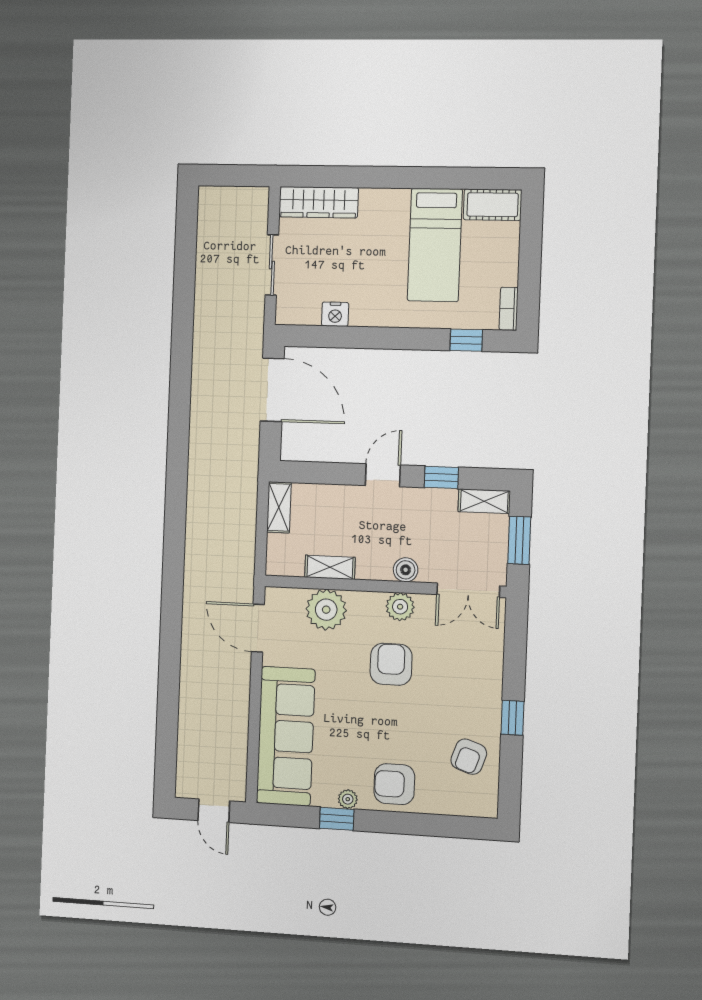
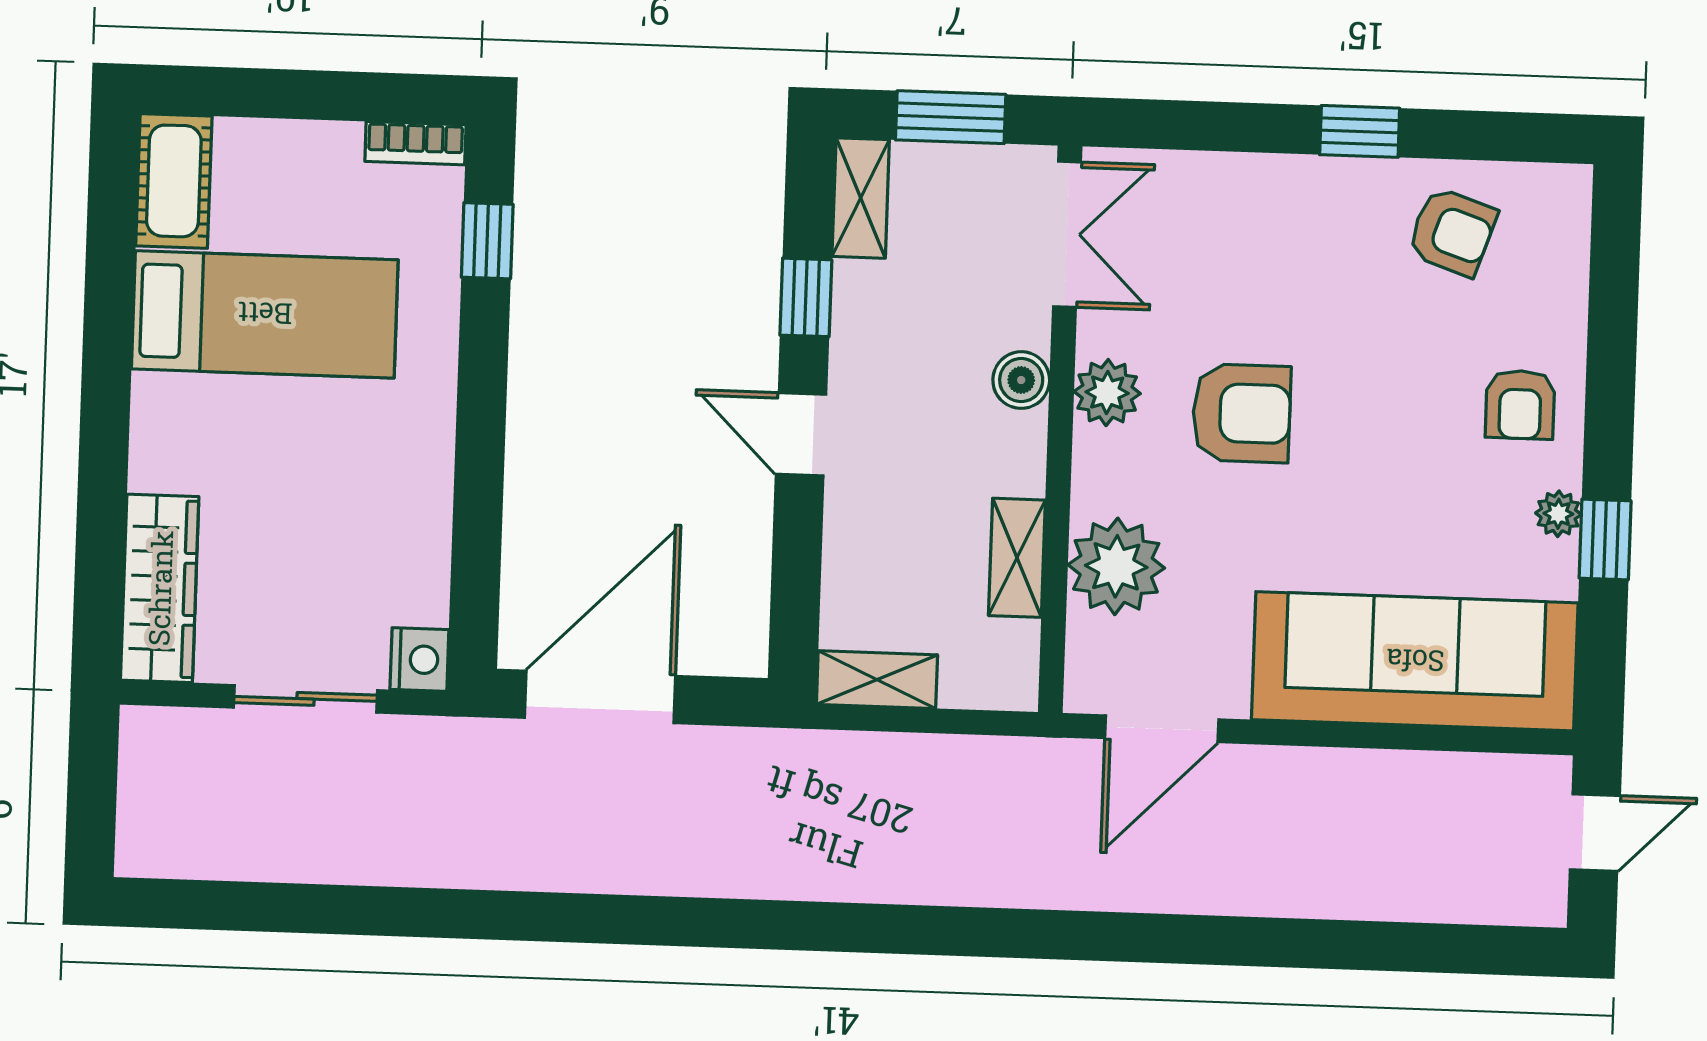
nightstand: (335, 314) -> (419, 660), moved
armchair: (391, 664) -> (1241, 413), turned 180
armchair: (394, 784) -> (1520, 405), width x0.72, depth x0.72

